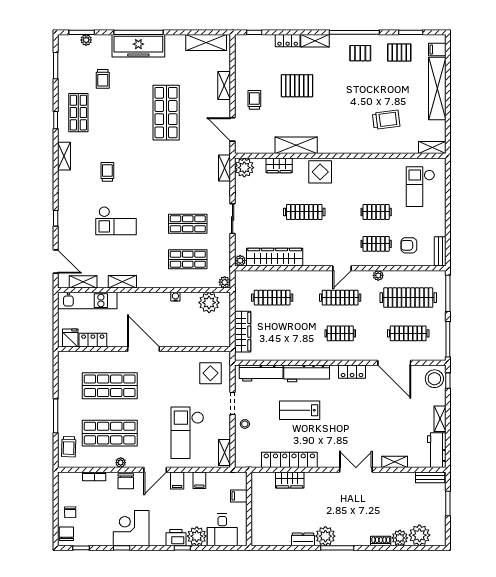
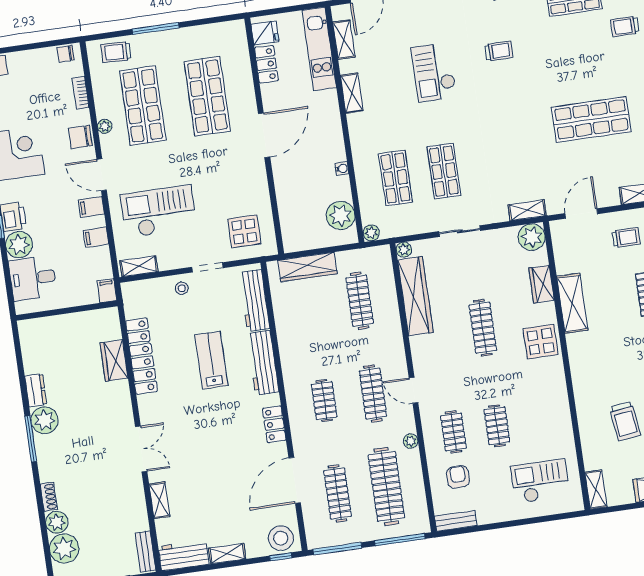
filing cabinet: (239, 496) -> (107, 291), moved
chair: (70, 512) -> (66, 54), moved

